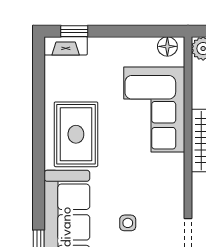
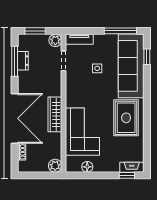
floor lamp: (167, 46) -> (87, 167), moved

